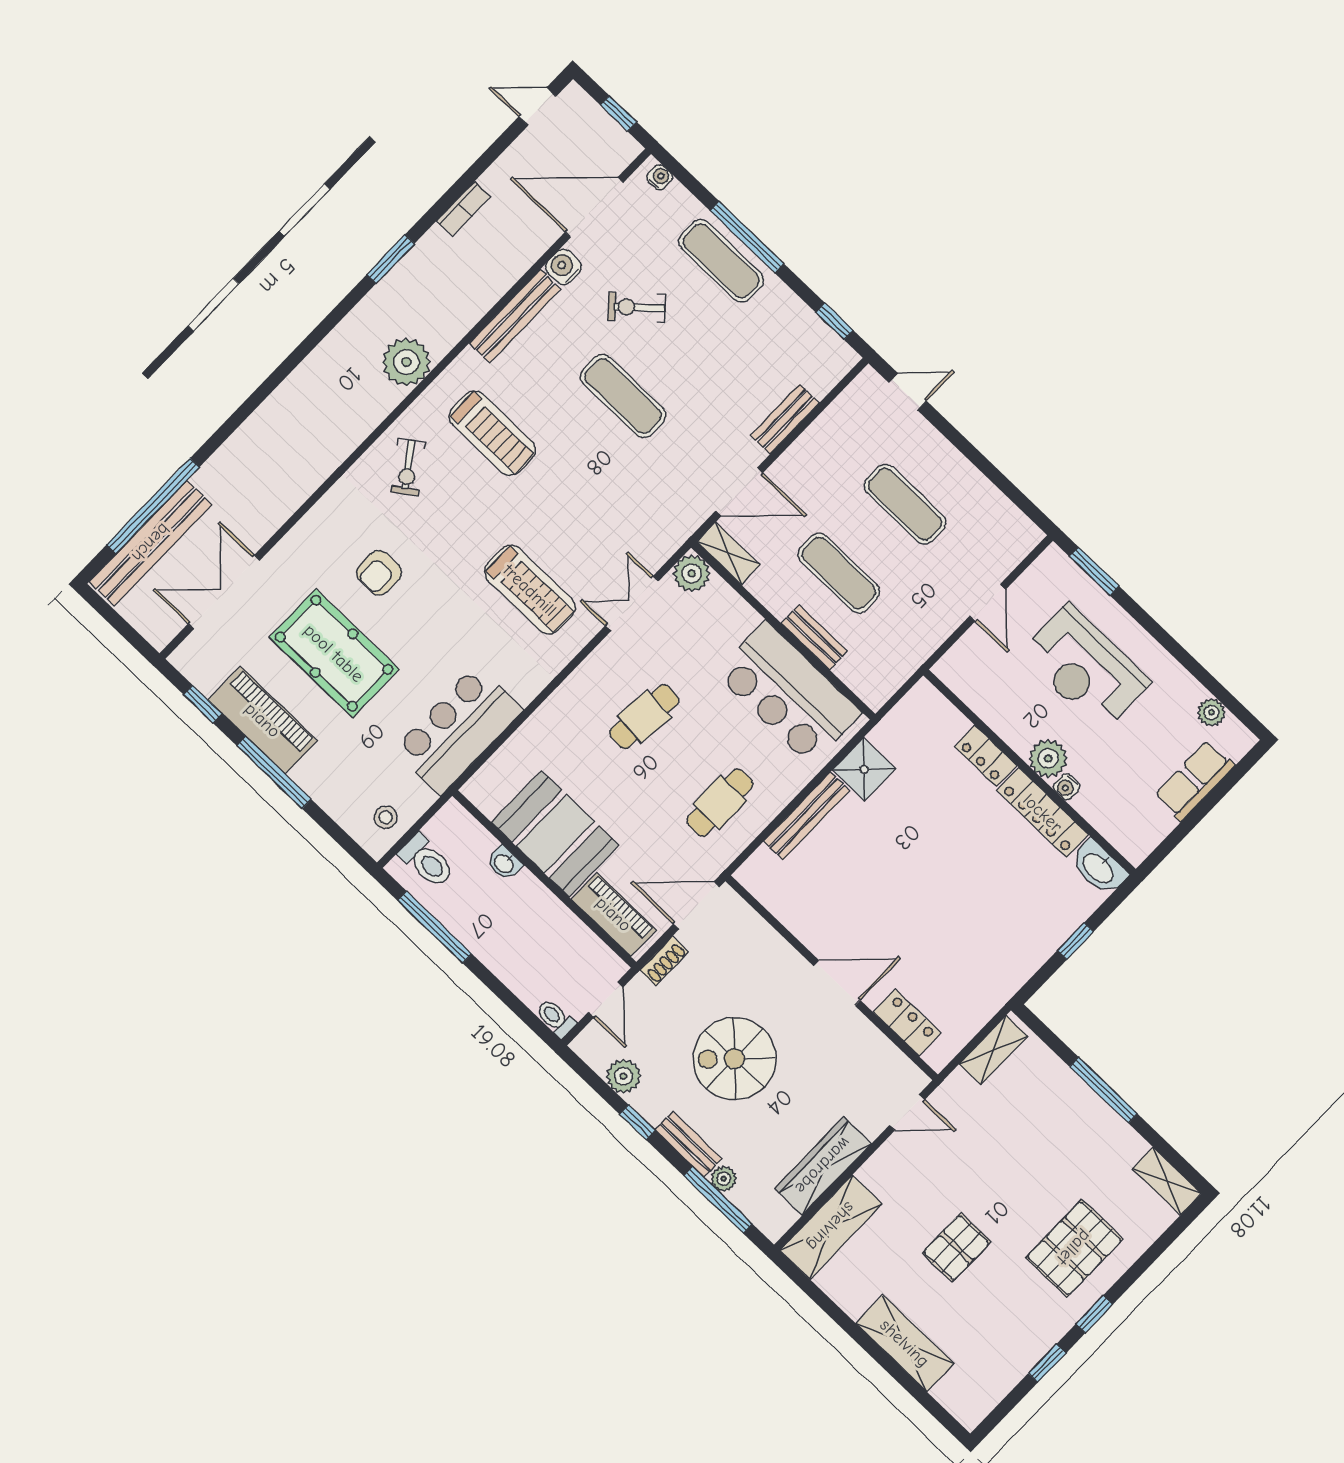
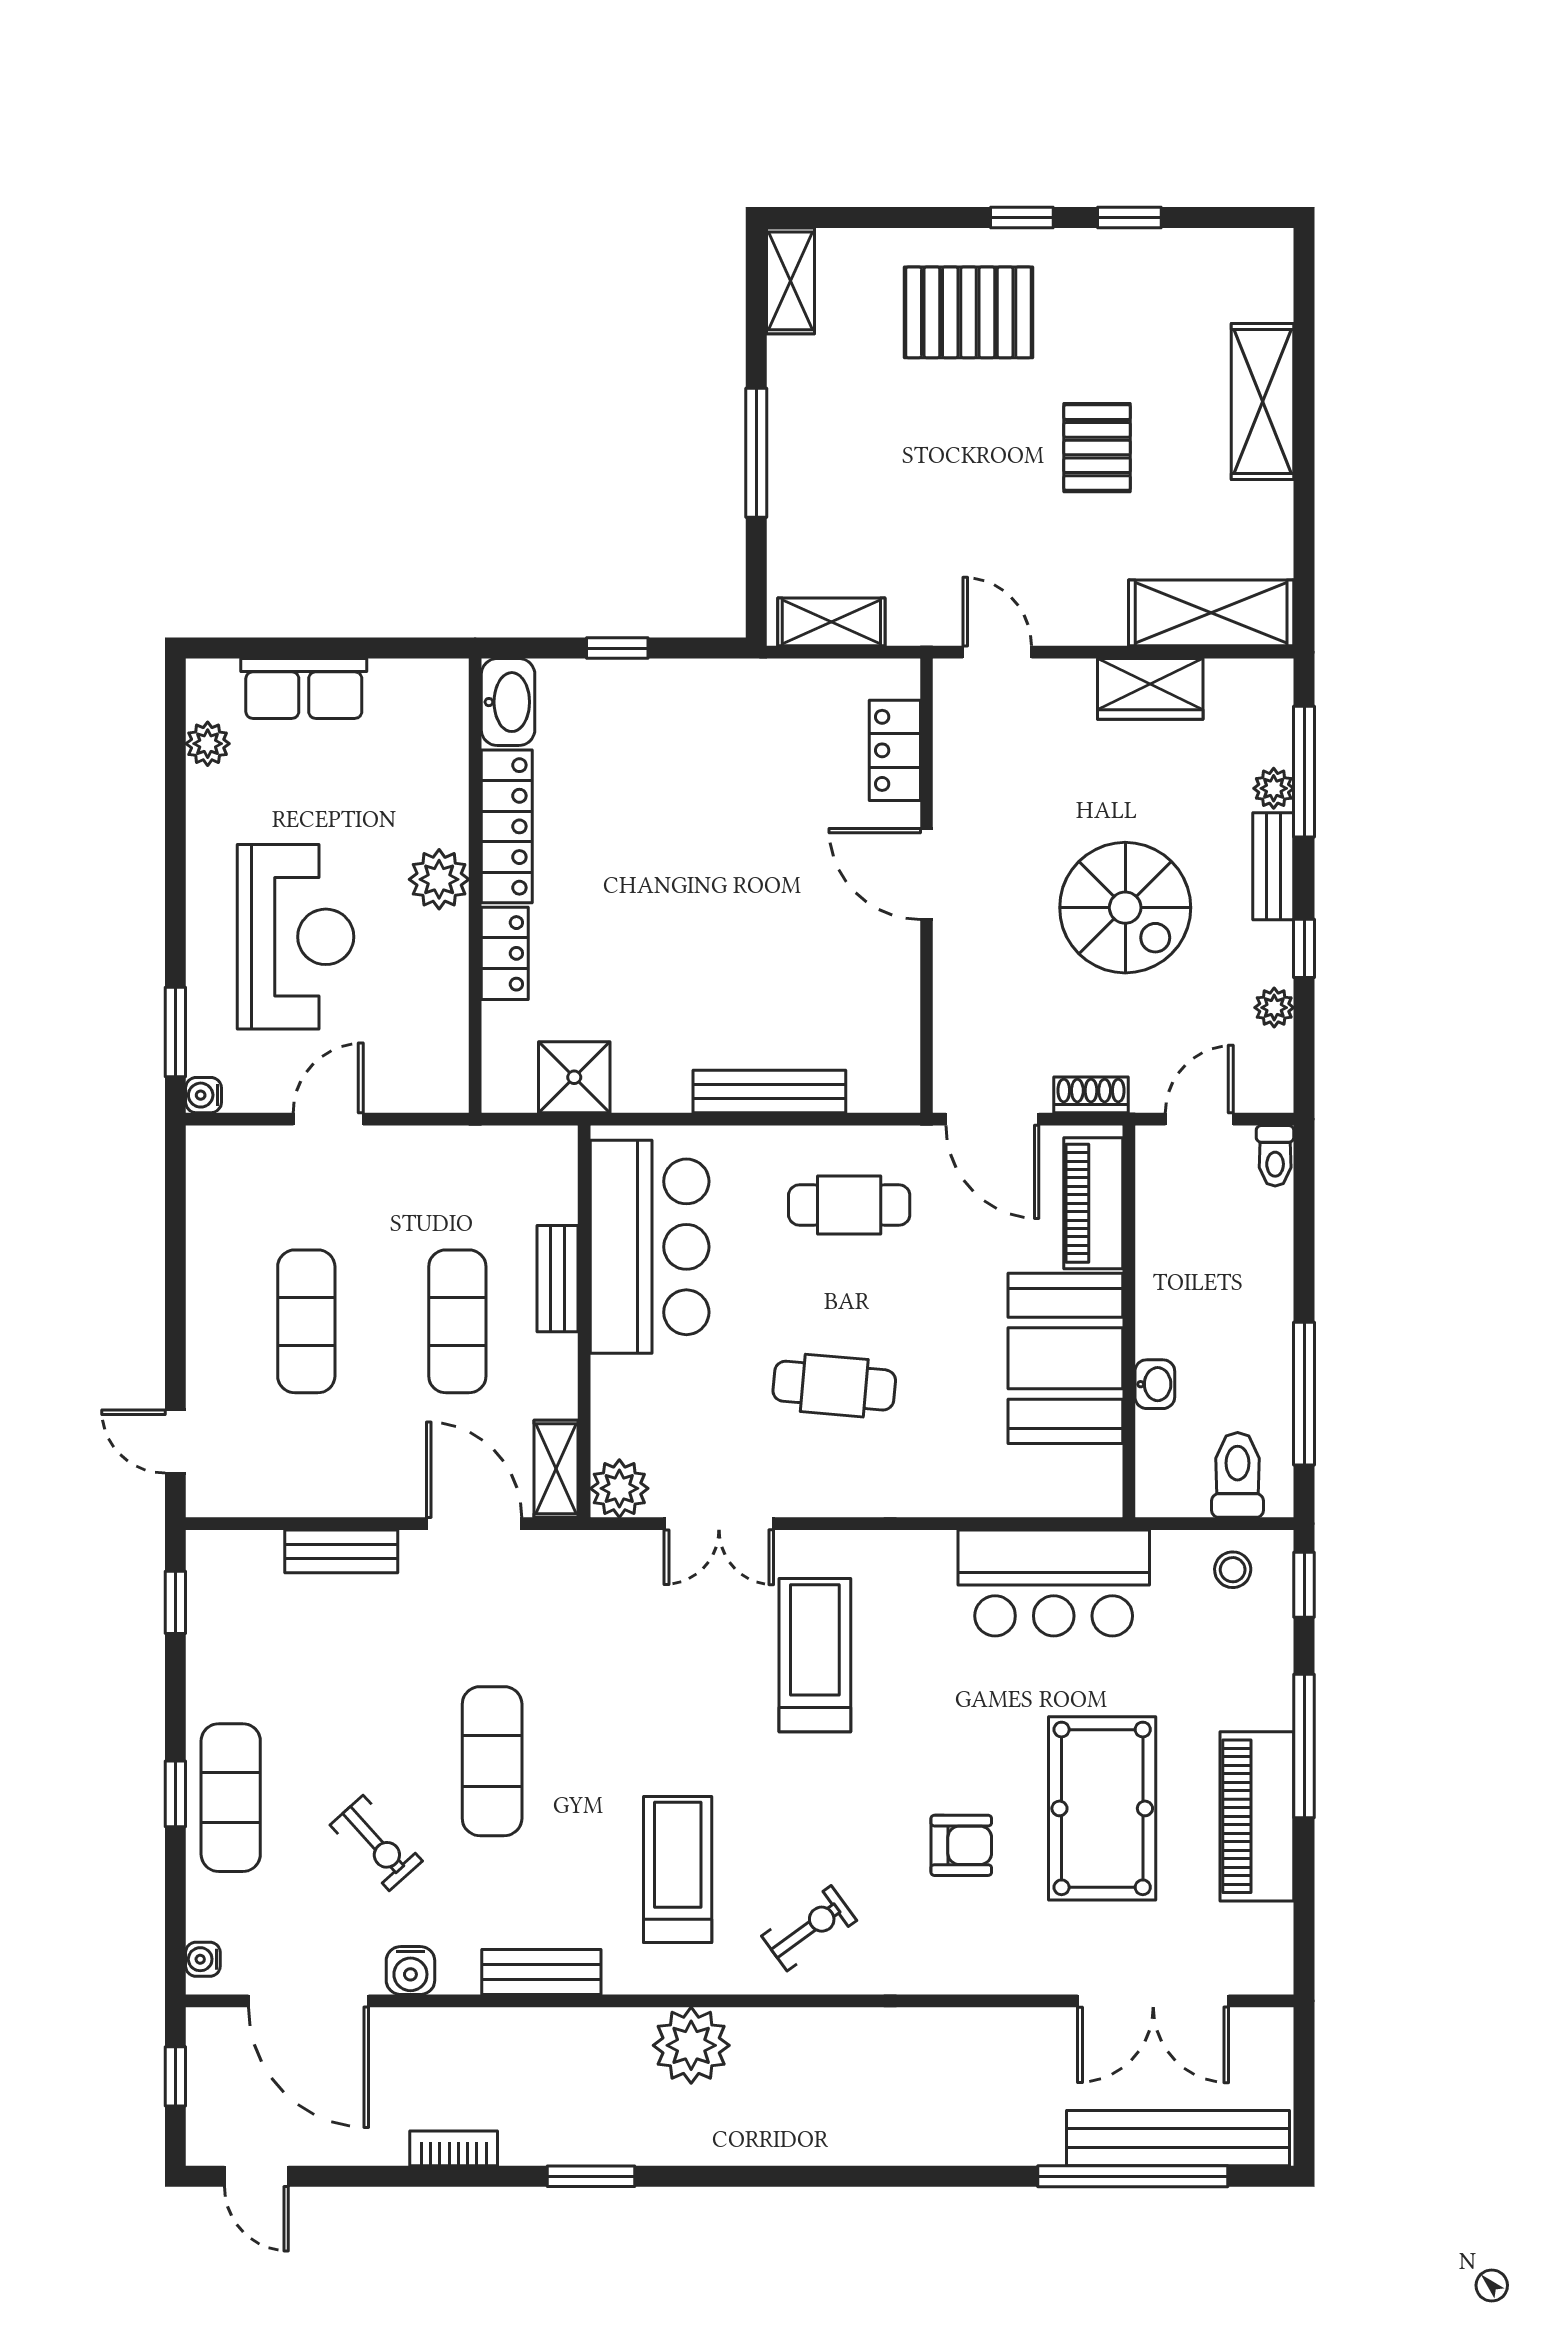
window: (747, 237) -> (175, 1794), width x0.46
bench: (515, 316) -> (541, 1972), width x0.73
window: (203, 704) -> (1304, 1585), moved
shower: (864, 769) -> (574, 1077), moved
water cooler: (1067, 787) -> (204, 1095), moved, turned 180
plant: (623, 1076) -> (1274, 1008), width x0.73, depth x0.73
wardrobe: (823, 1166) -> (1150, 689), width x0.67
pallet: (956, 1248) -> (1097, 448), turned 90

